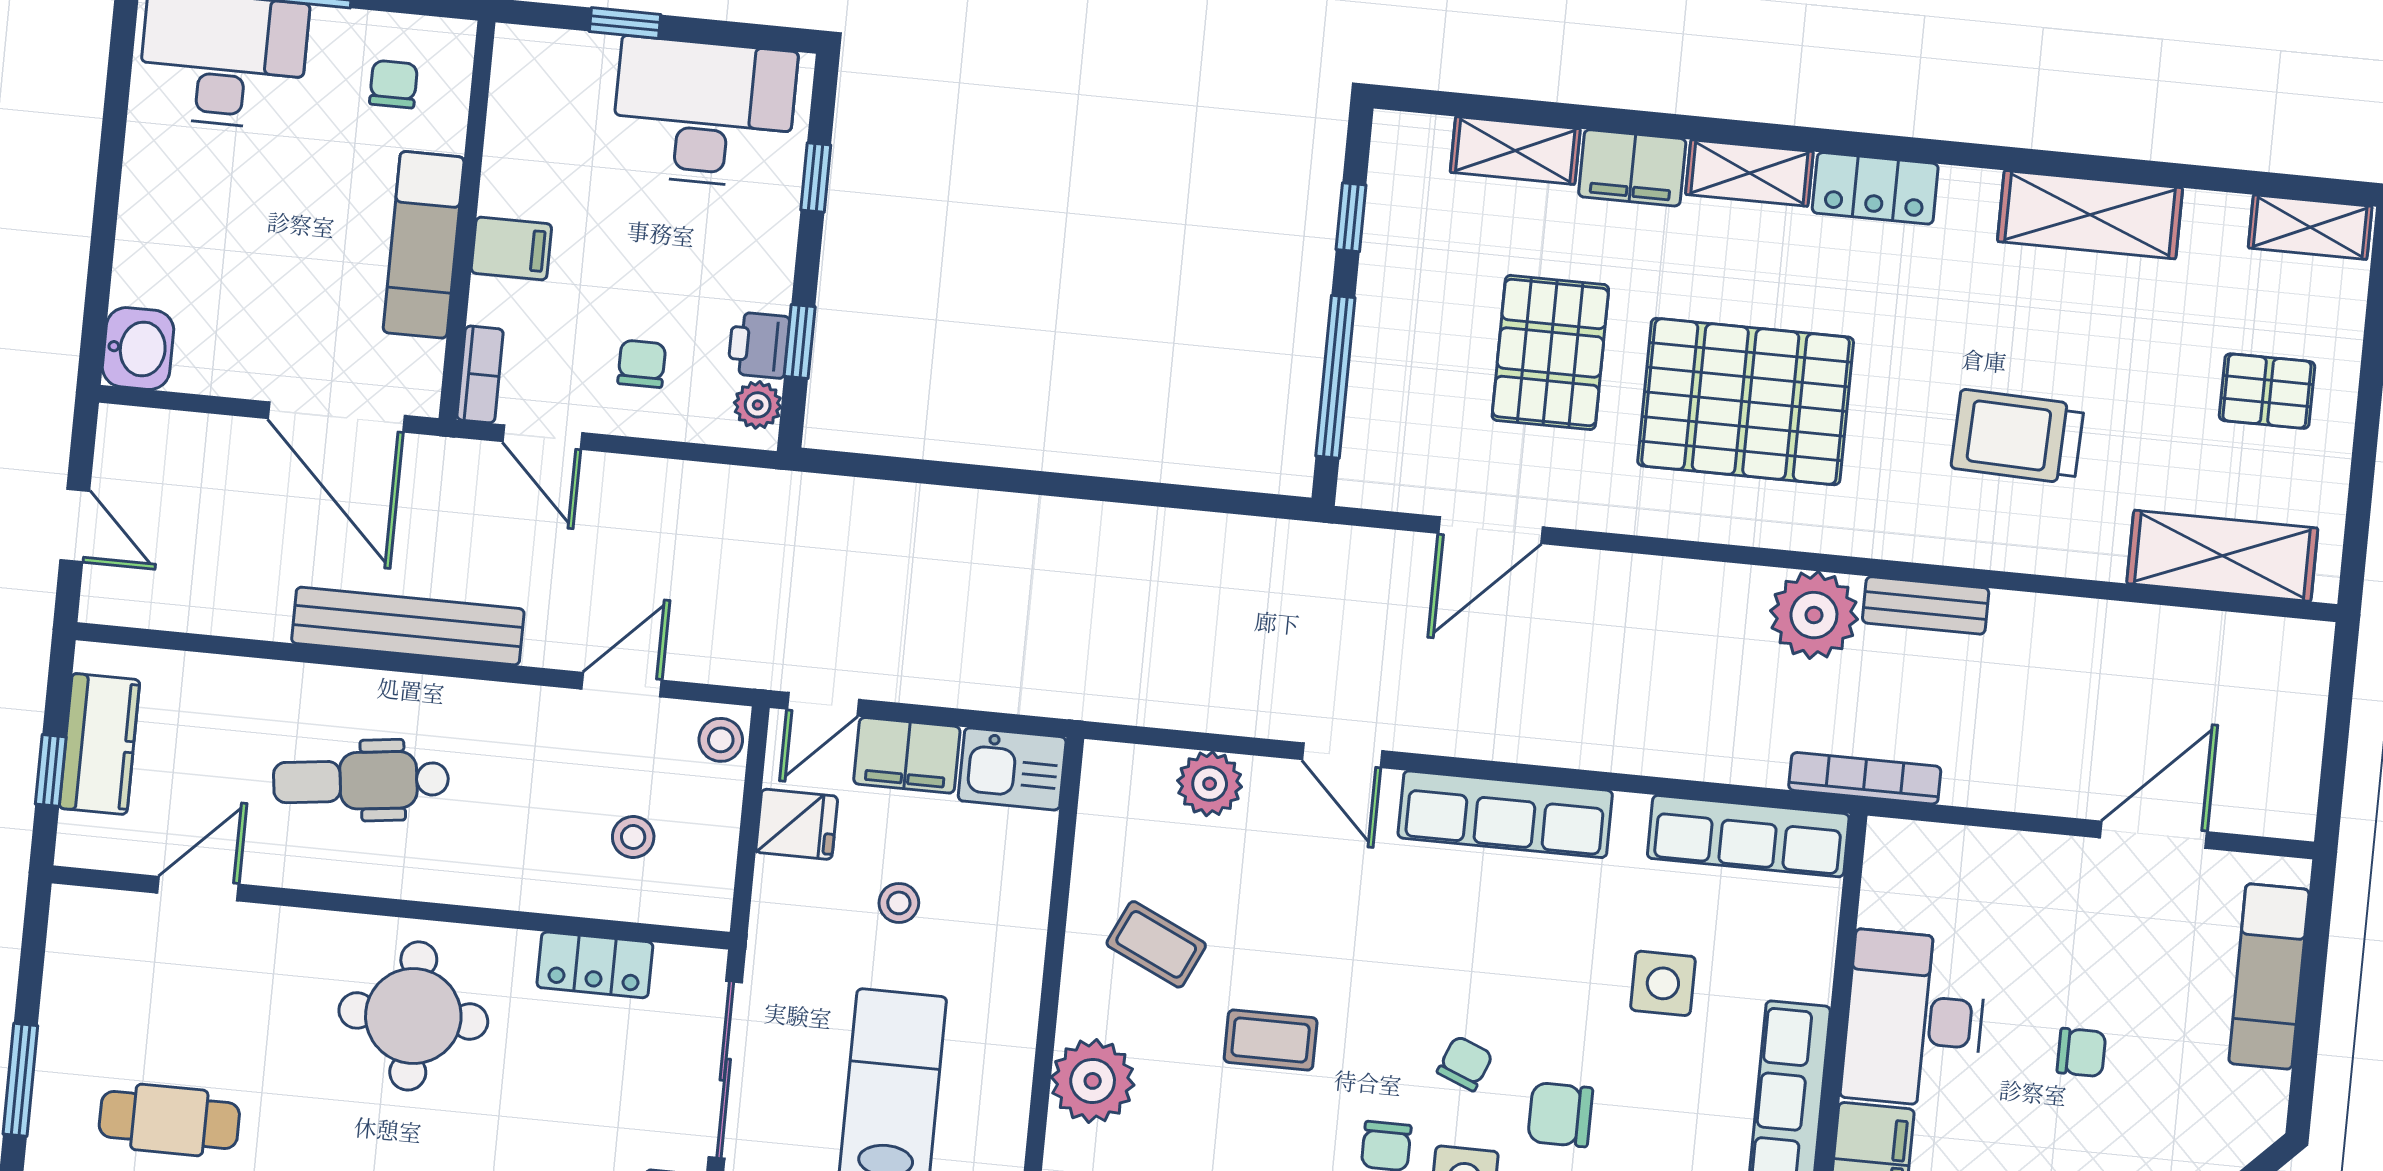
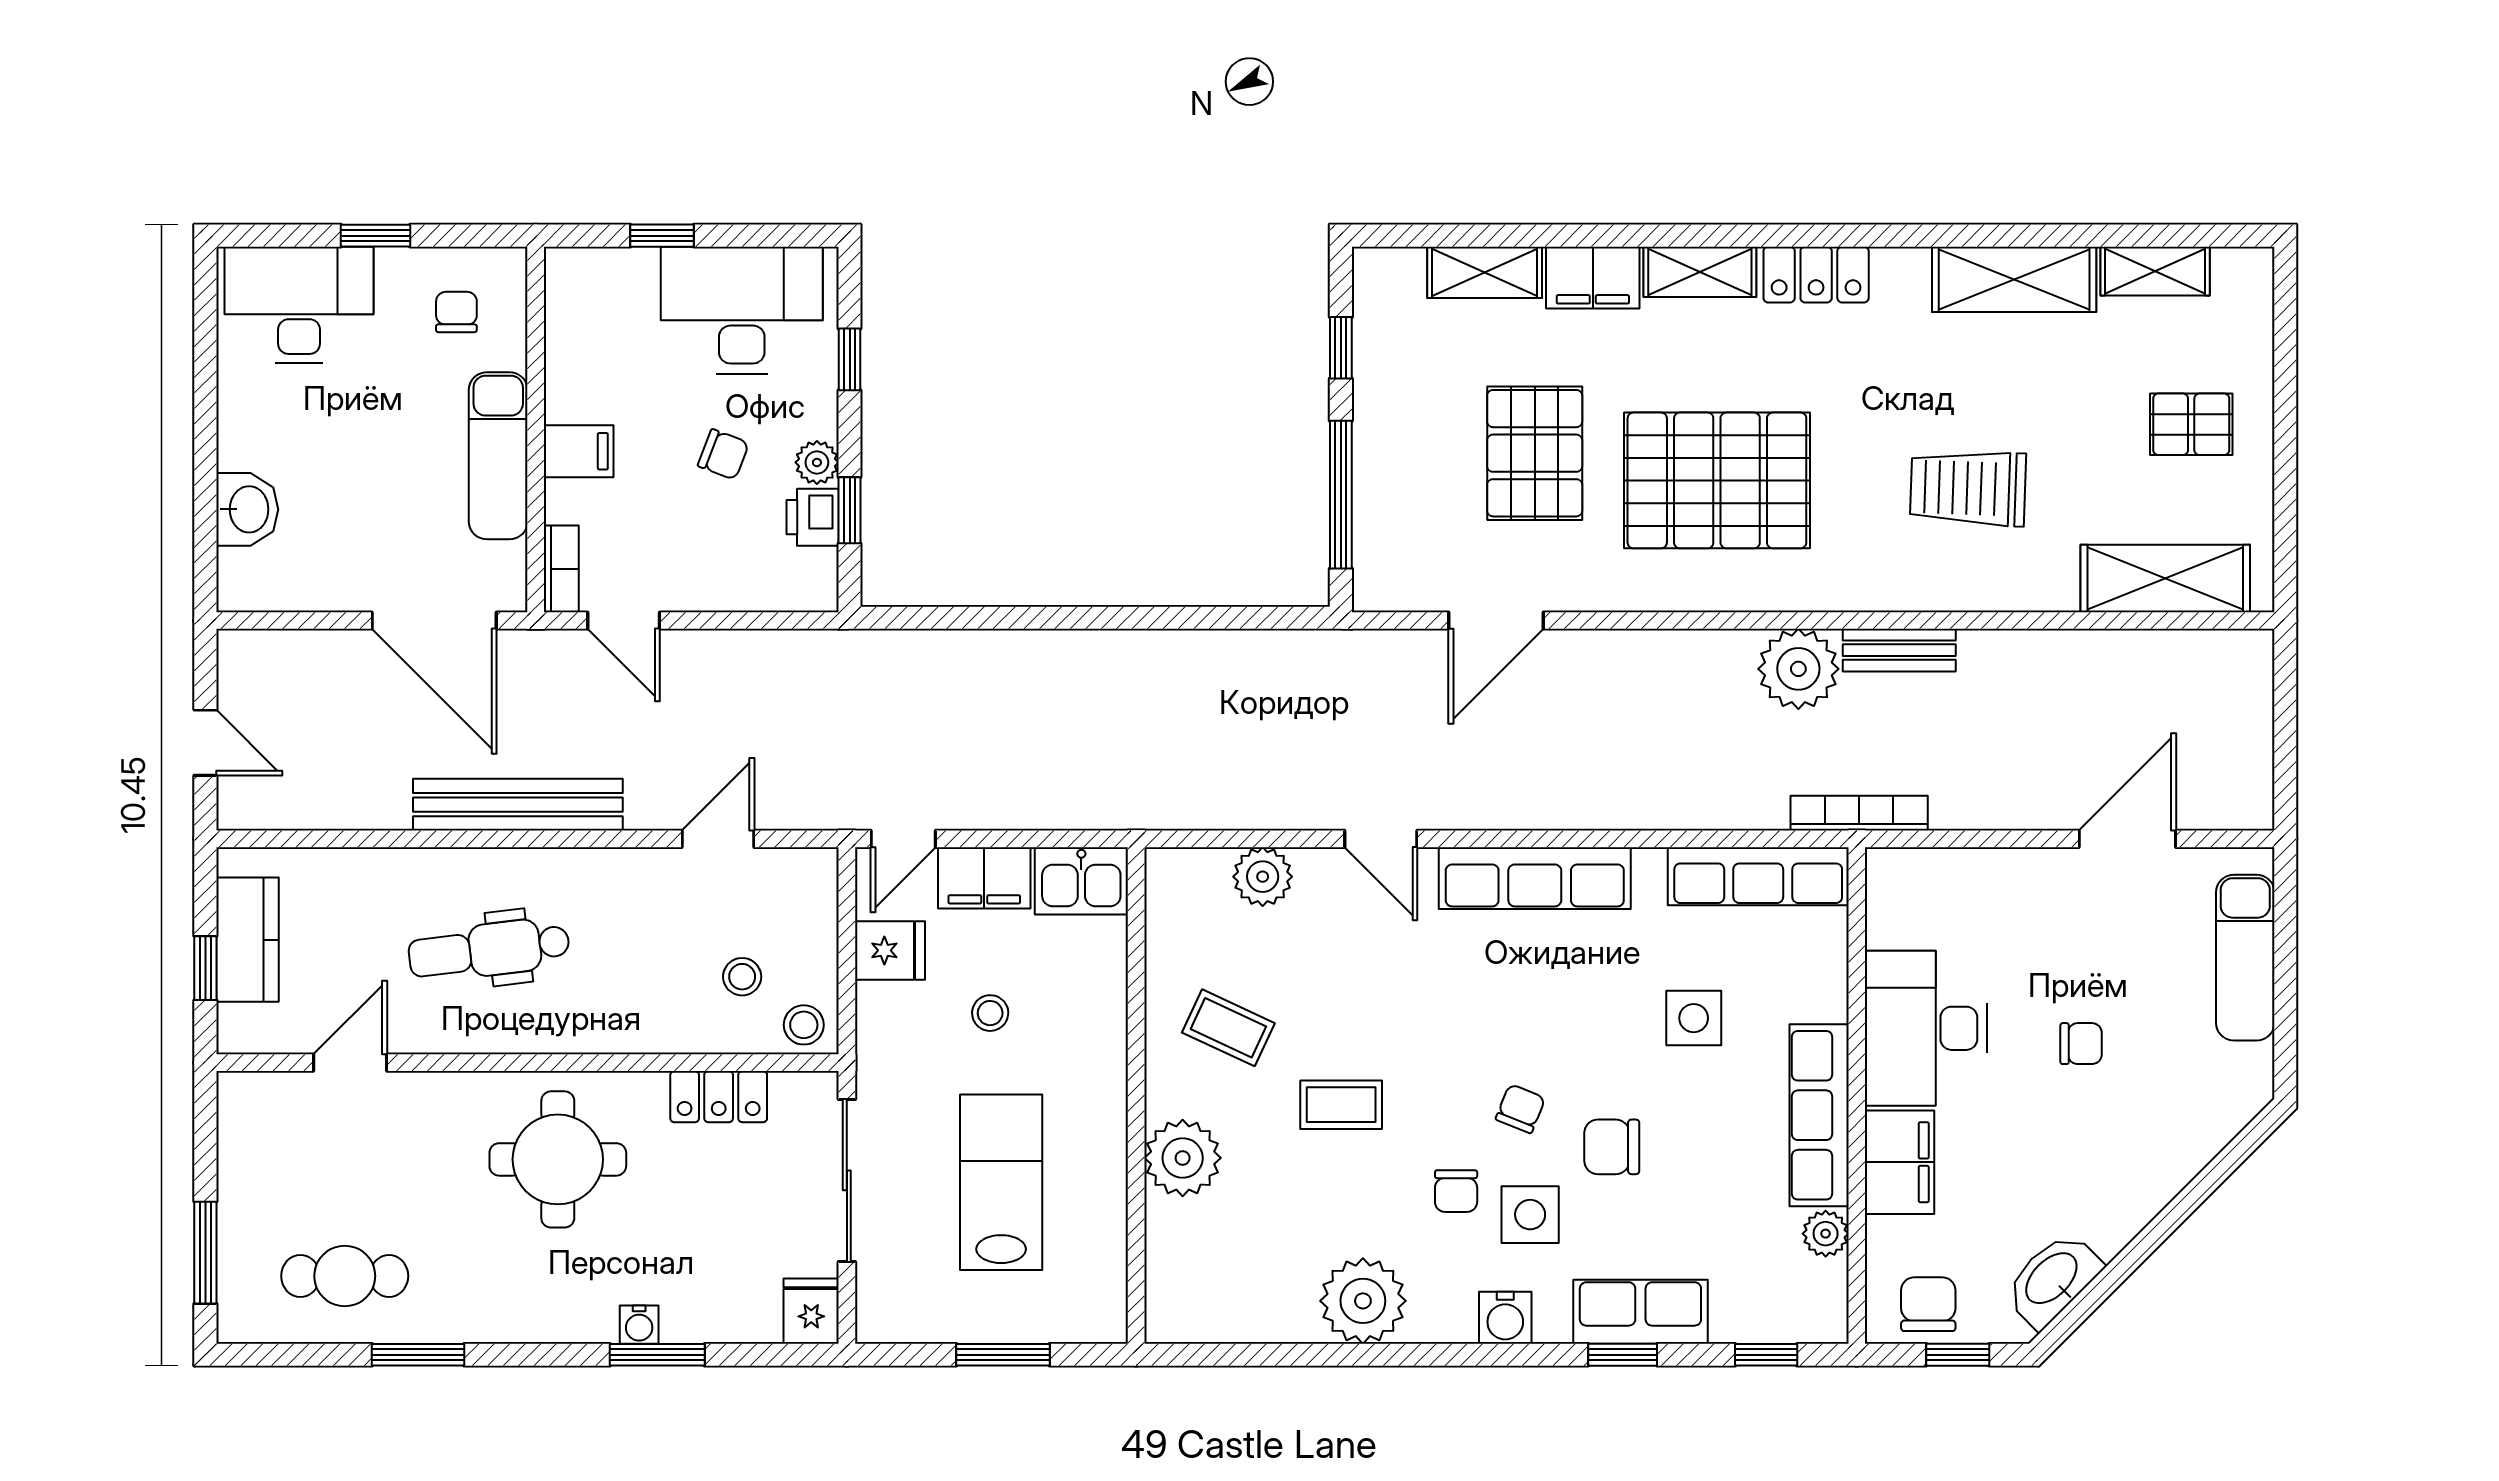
shelving: (2310, 227) -> (2155, 271), moved
washbasin: (138, 349) -> (247, 509), moved
chair: (642, 364) -> (723, 454), moved, turned 111
plant: (758, 405) -> (817, 462), moved
stool: (721, 740) -> (804, 1025), moved

